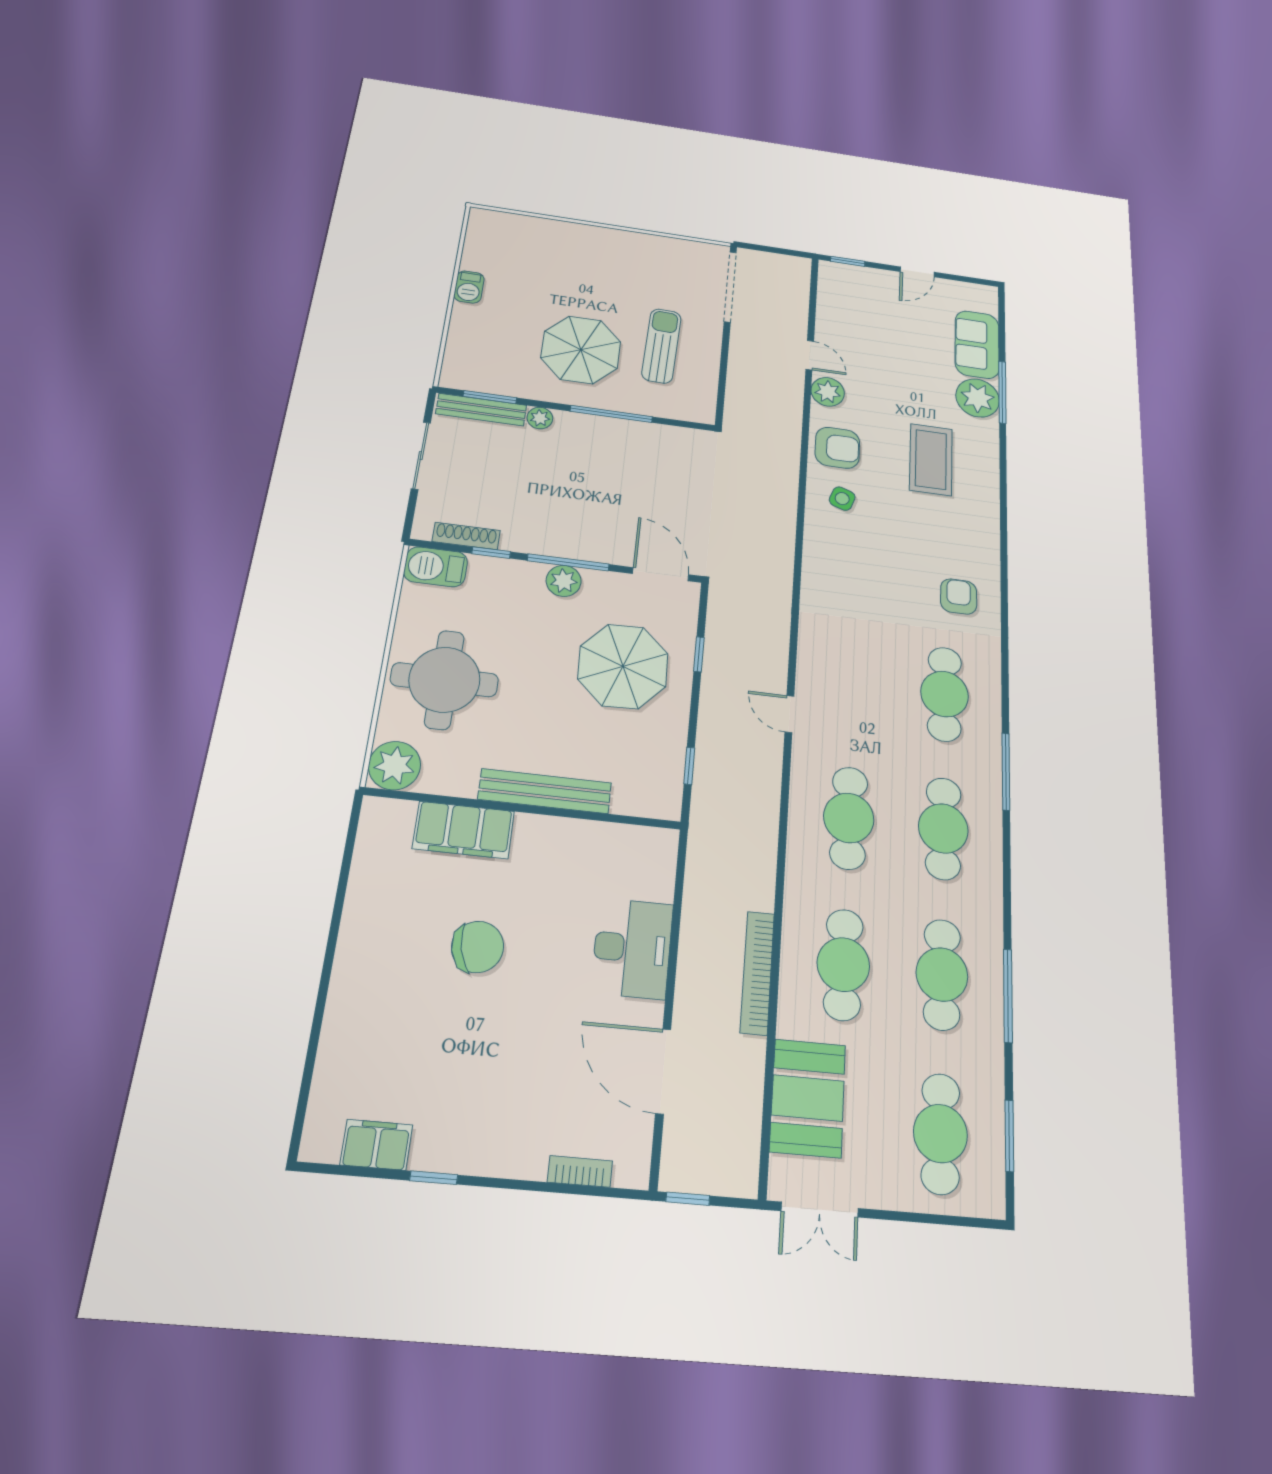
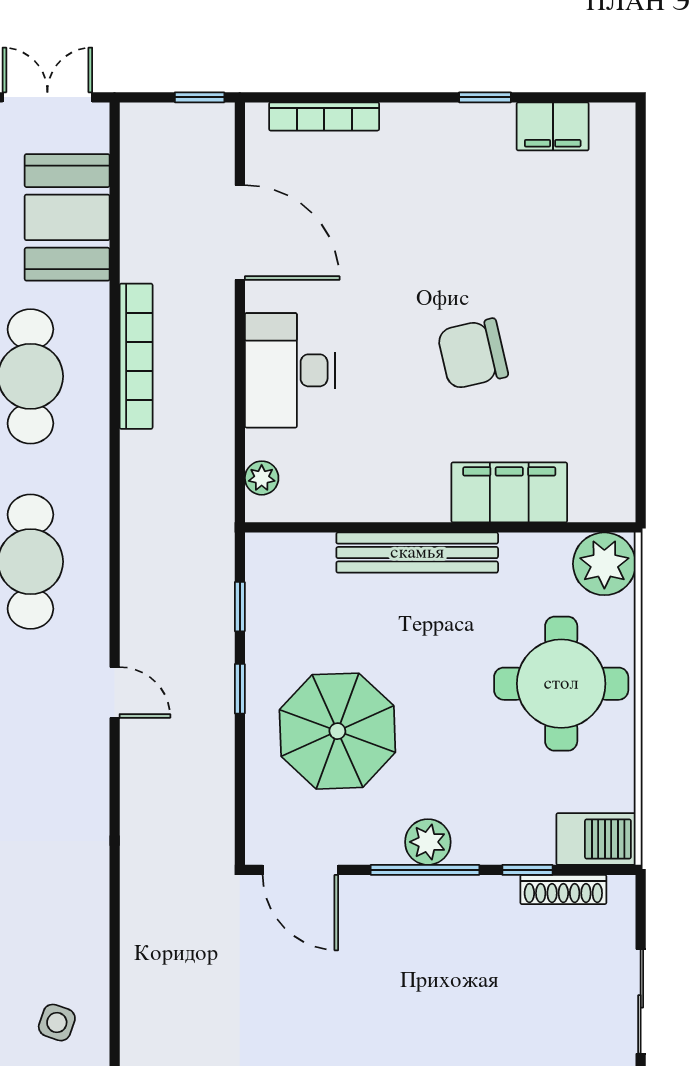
window: (699, 654) -> (240, 689), moved
plant: (663, 863) -> (262, 478), added
bookcase: (580, 1171) -> (324, 116), width x1.56

